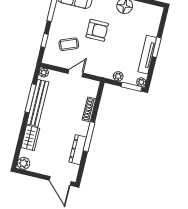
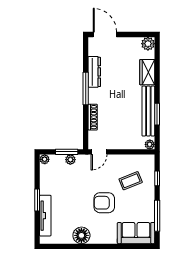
tv unit: (147, 55) -> (45, 216), moved
door: (76, 73) -> (99, 152), moved
window: (131, 87) -> (67, 152), moved
window: (31, 98) -> (157, 114), width x0.69

